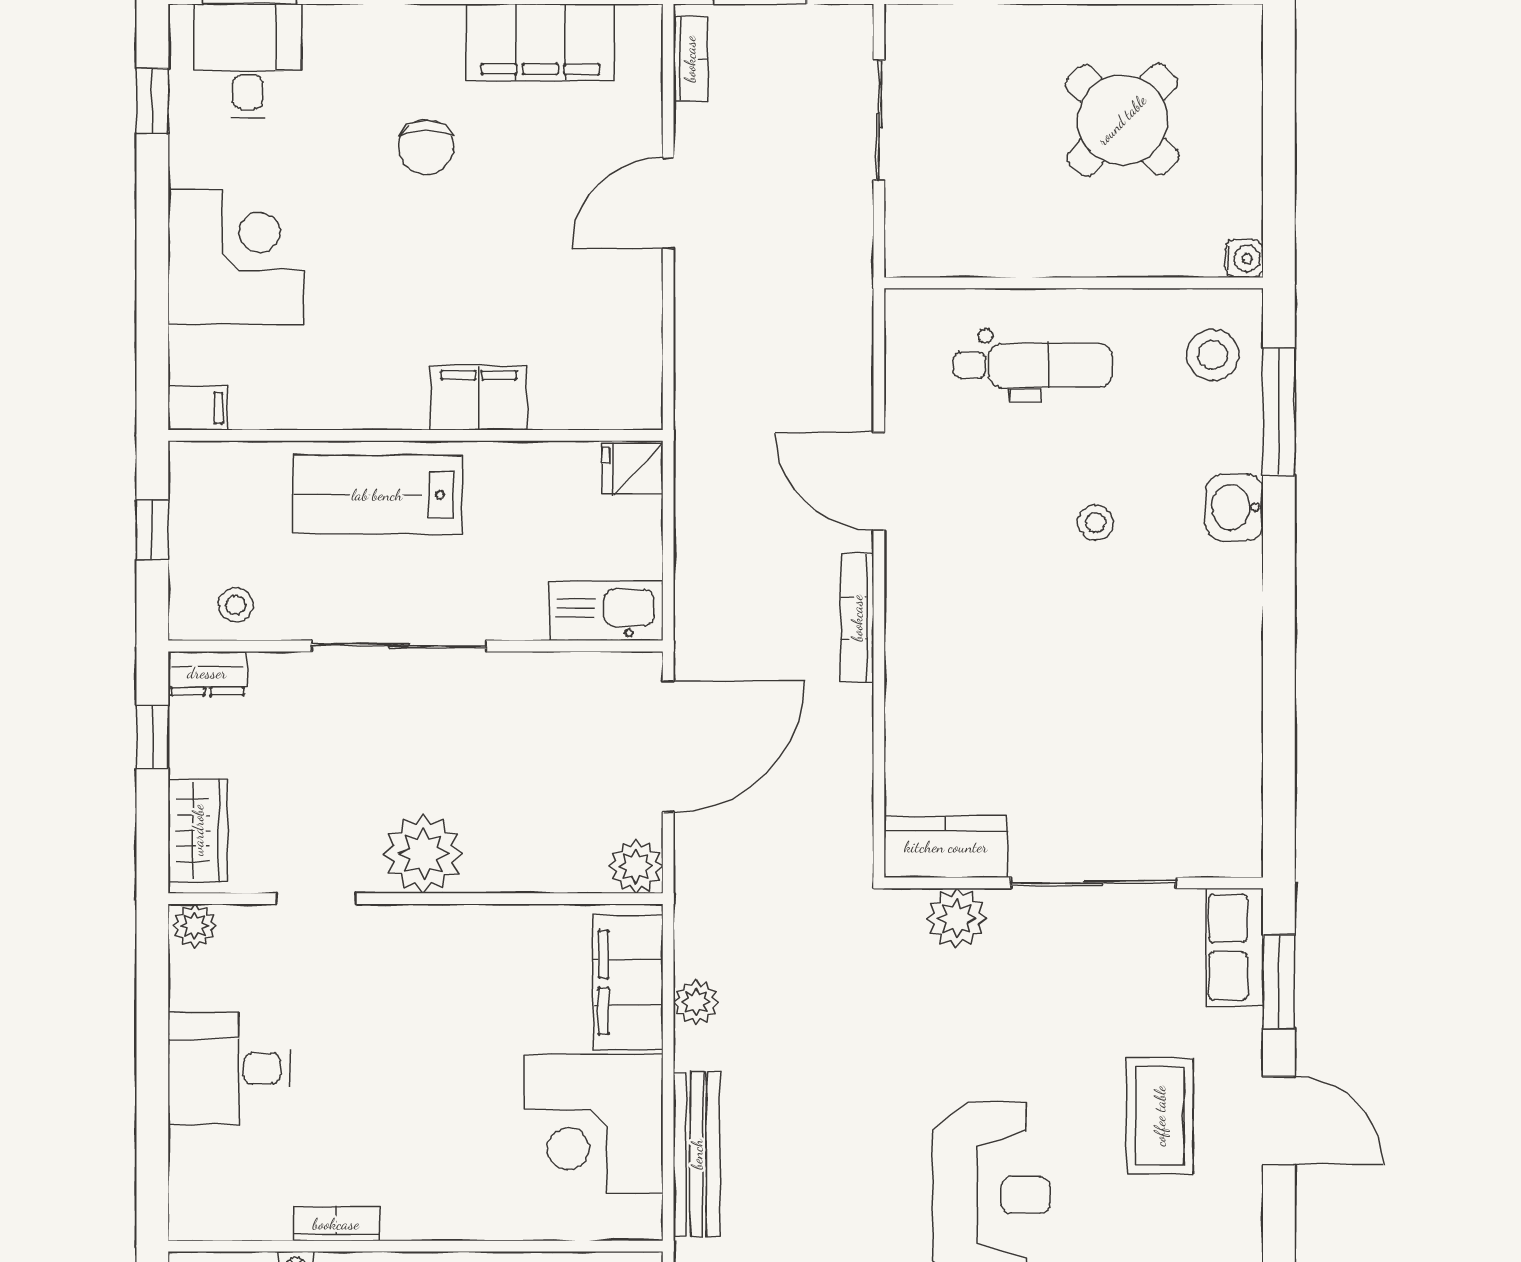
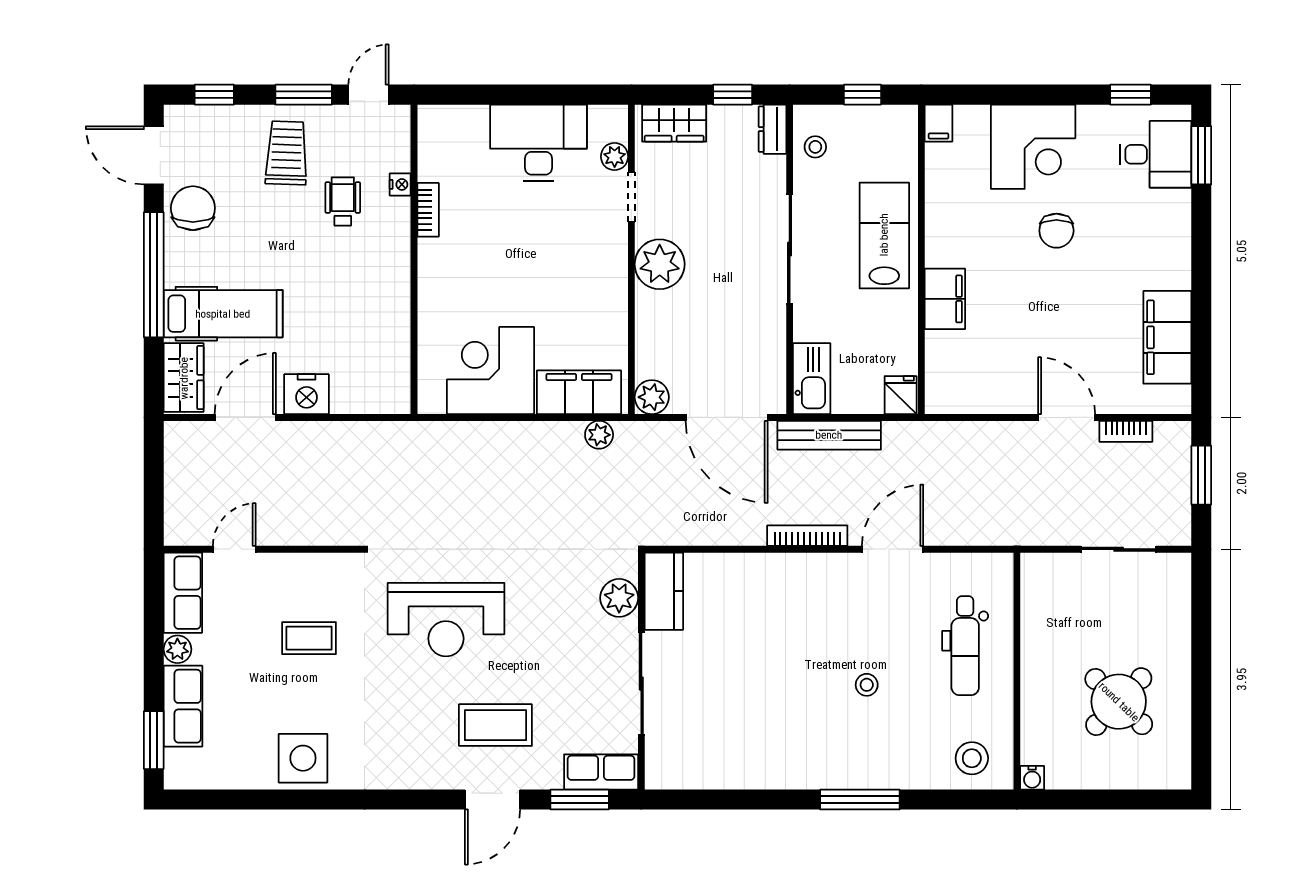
bookcase: (690, 59) -> (1126, 431), moved
chair: (426, 147) -> (1056, 231), moved, turned -90
window: (1279, 412) -> (860, 800), moved
washbasin: (1235, 507) -> (876, 772), removed
plant: (195, 926) -> (615, 157), moved
plant: (696, 1002) -> (599, 435), moved
desk: (229, 1068) -> (538, 143), width x1.37
bench: (697, 1154) -> (829, 435), moved

